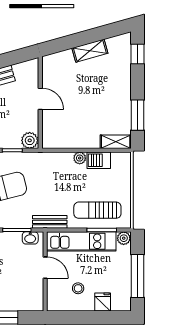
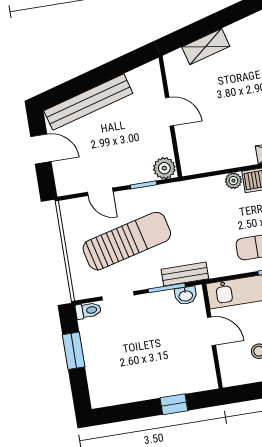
shelving: (90, 51) -> (206, 47), moved
bench: (50, 222) -> (185, 274), moved

